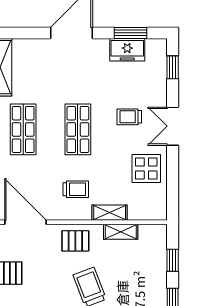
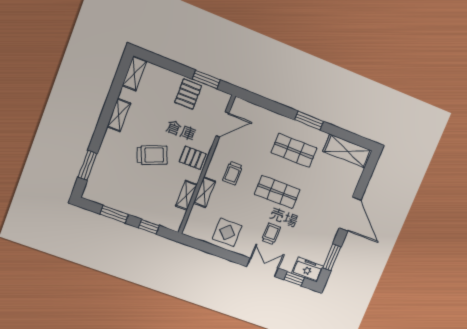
freezer: (127, 50) -> (308, 270), moved, turned 90
double door: (173, 126) -> (263, 267), moved
door: (25, 222) -> (222, 124), width x0.73
pallet: (75, 241) -> (193, 158), turned 90

